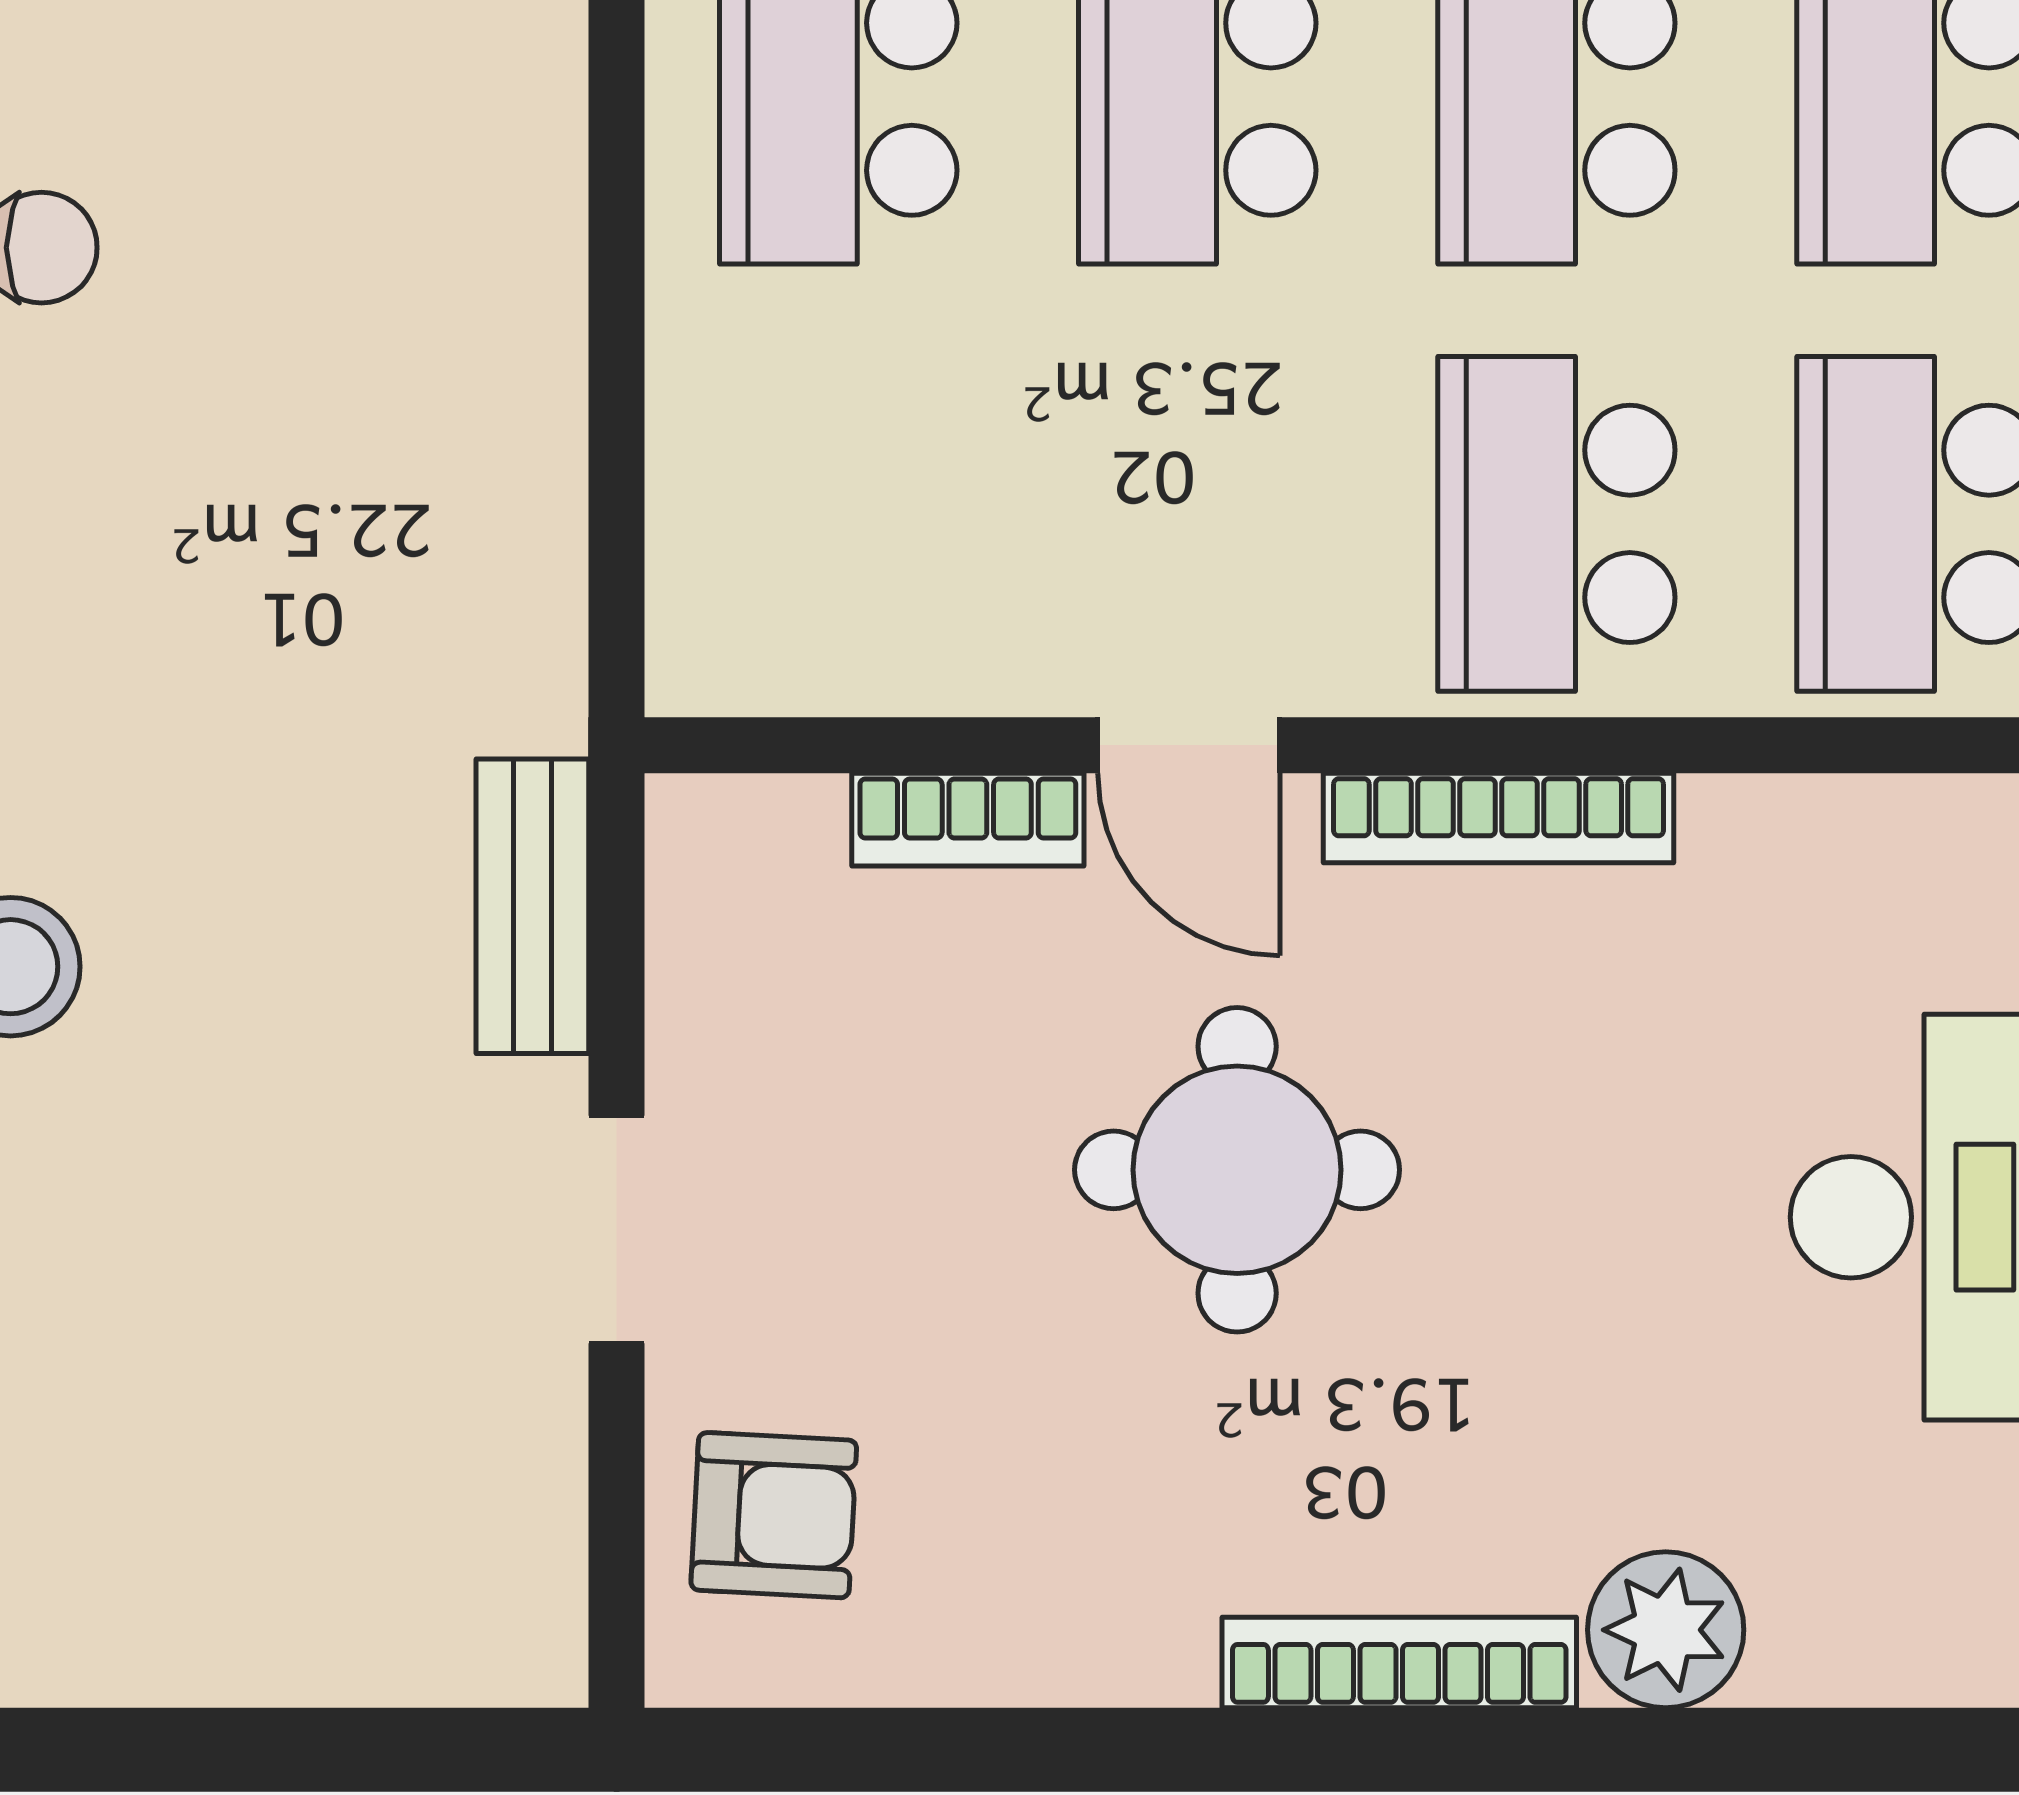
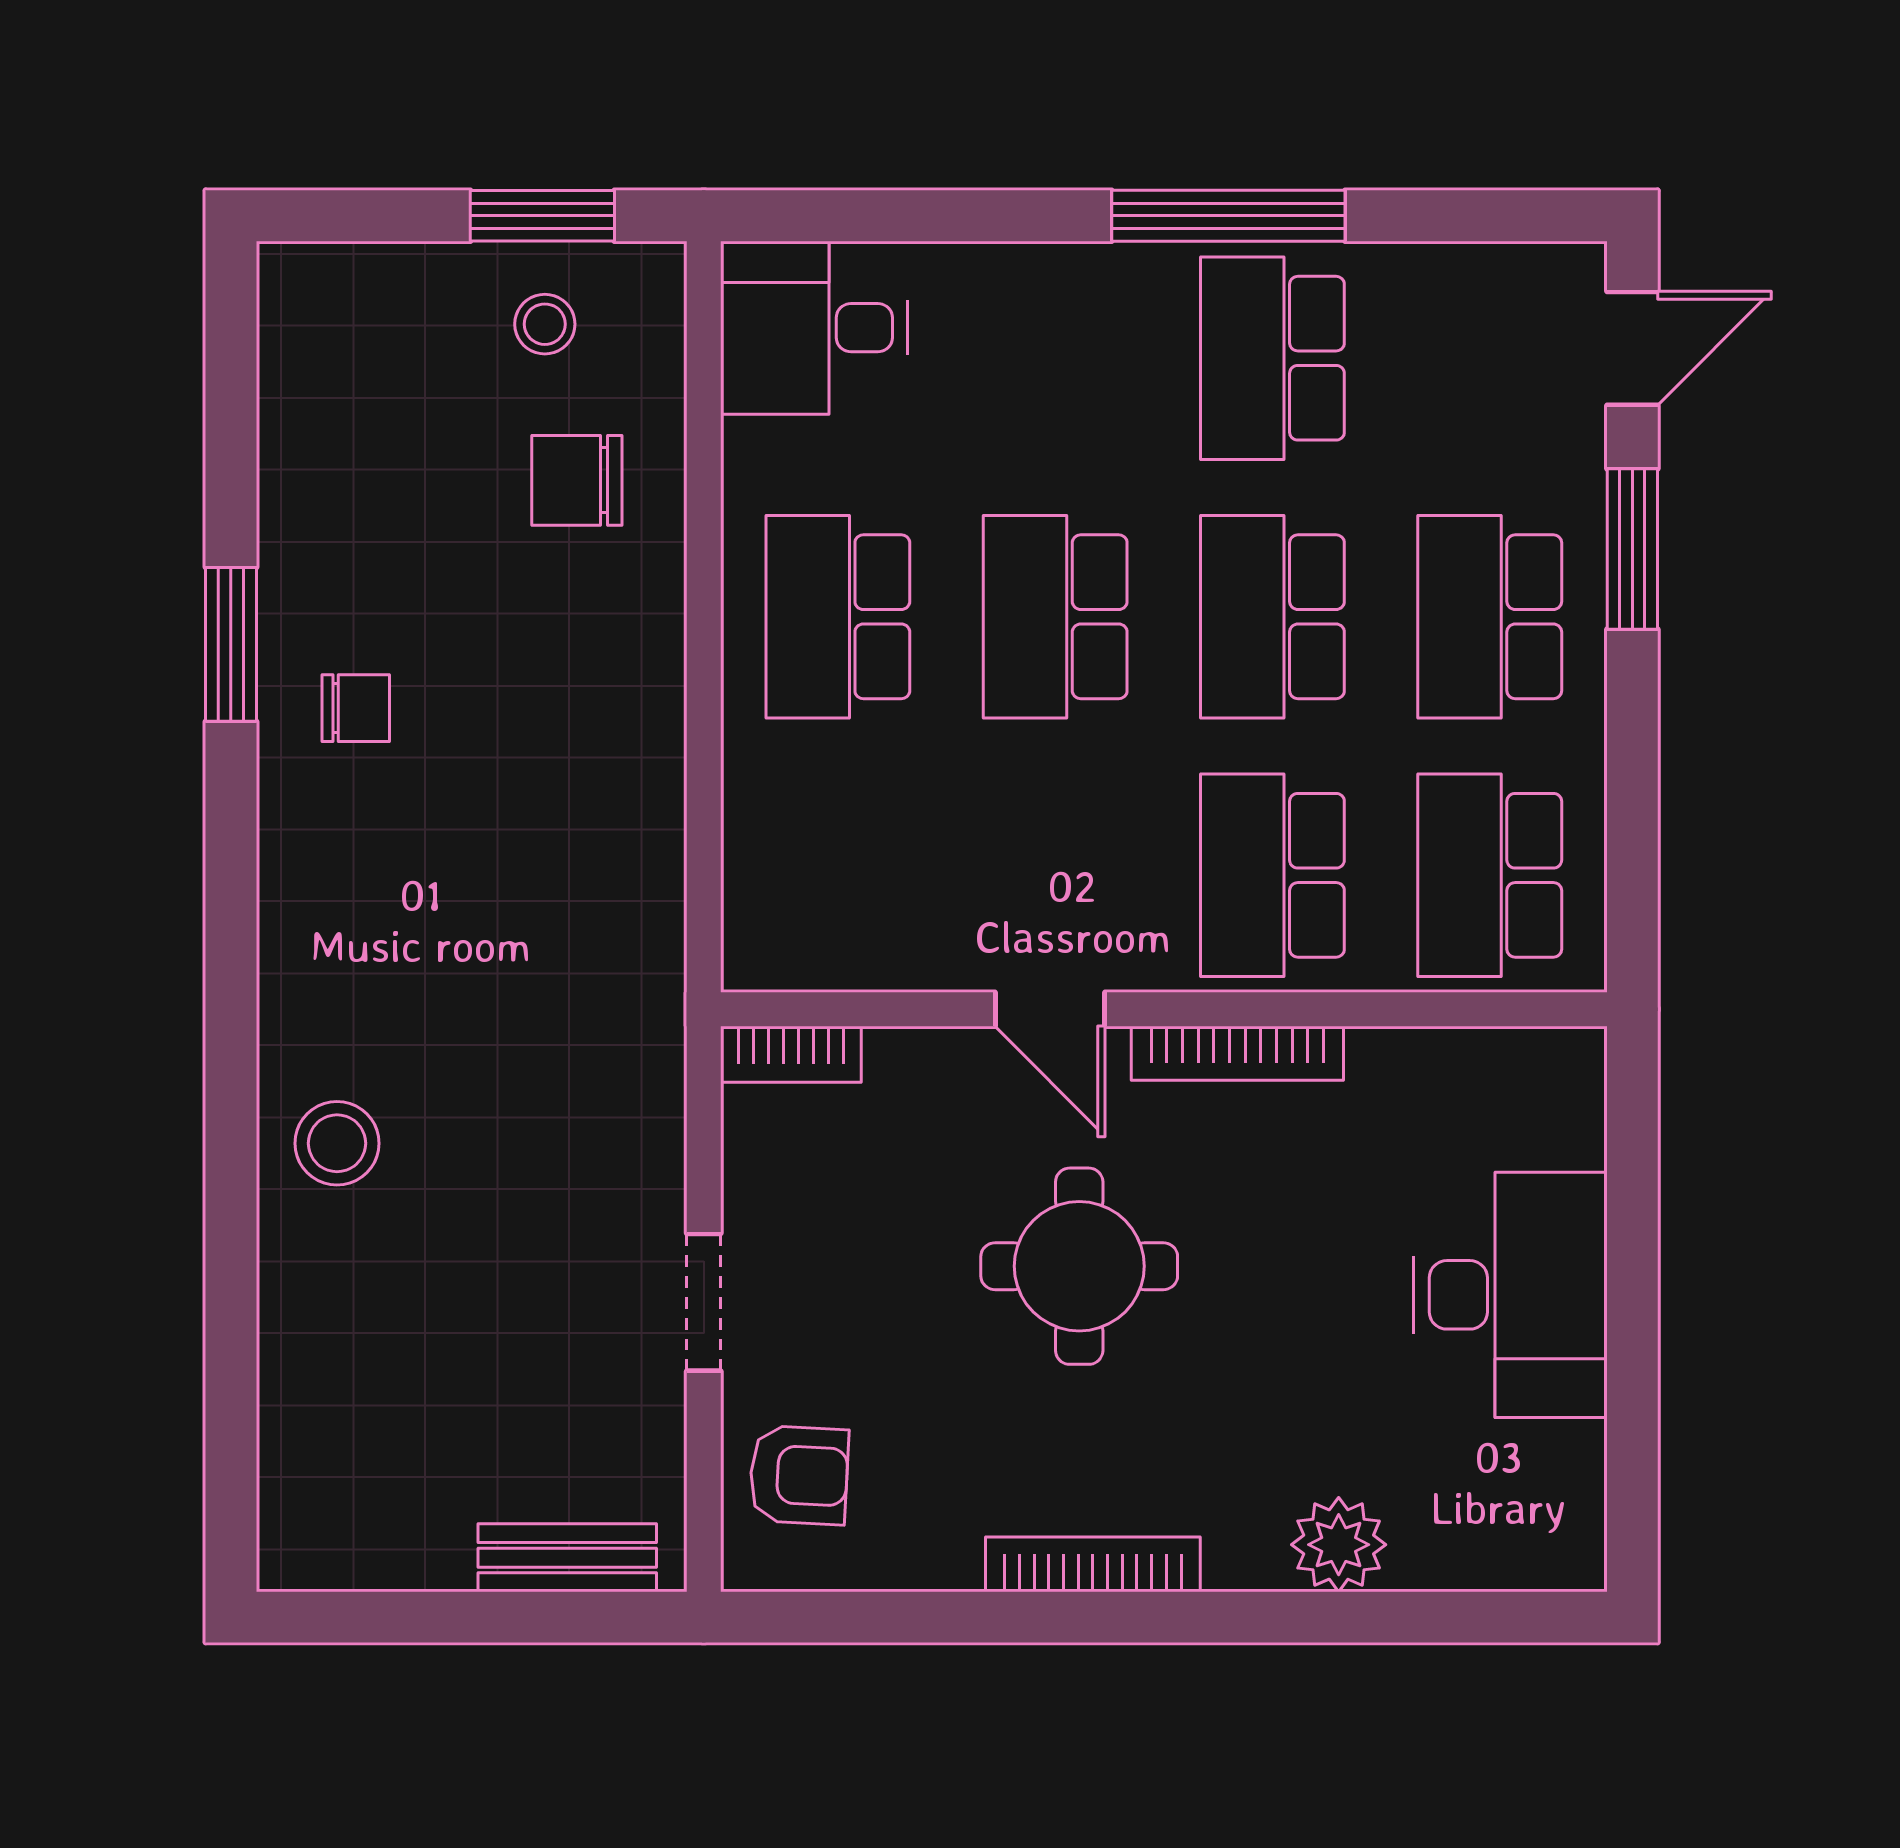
bookcase: (968, 820) -> (791, 1054), moved
bench: (532, 906) -> (567, 1558), moved, turned 90
bookcase: (1399, 1662) -> (1093, 1564), moved

